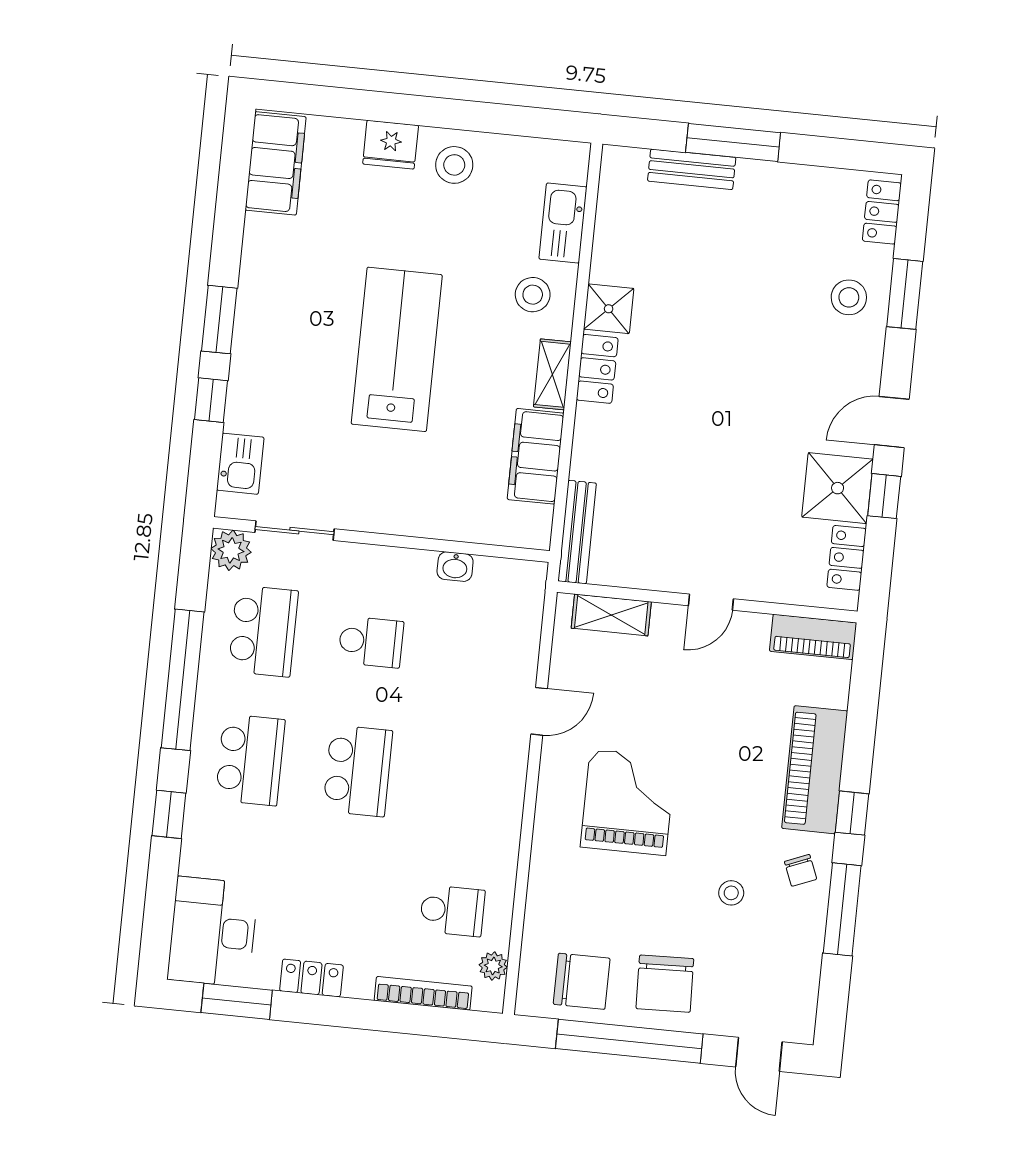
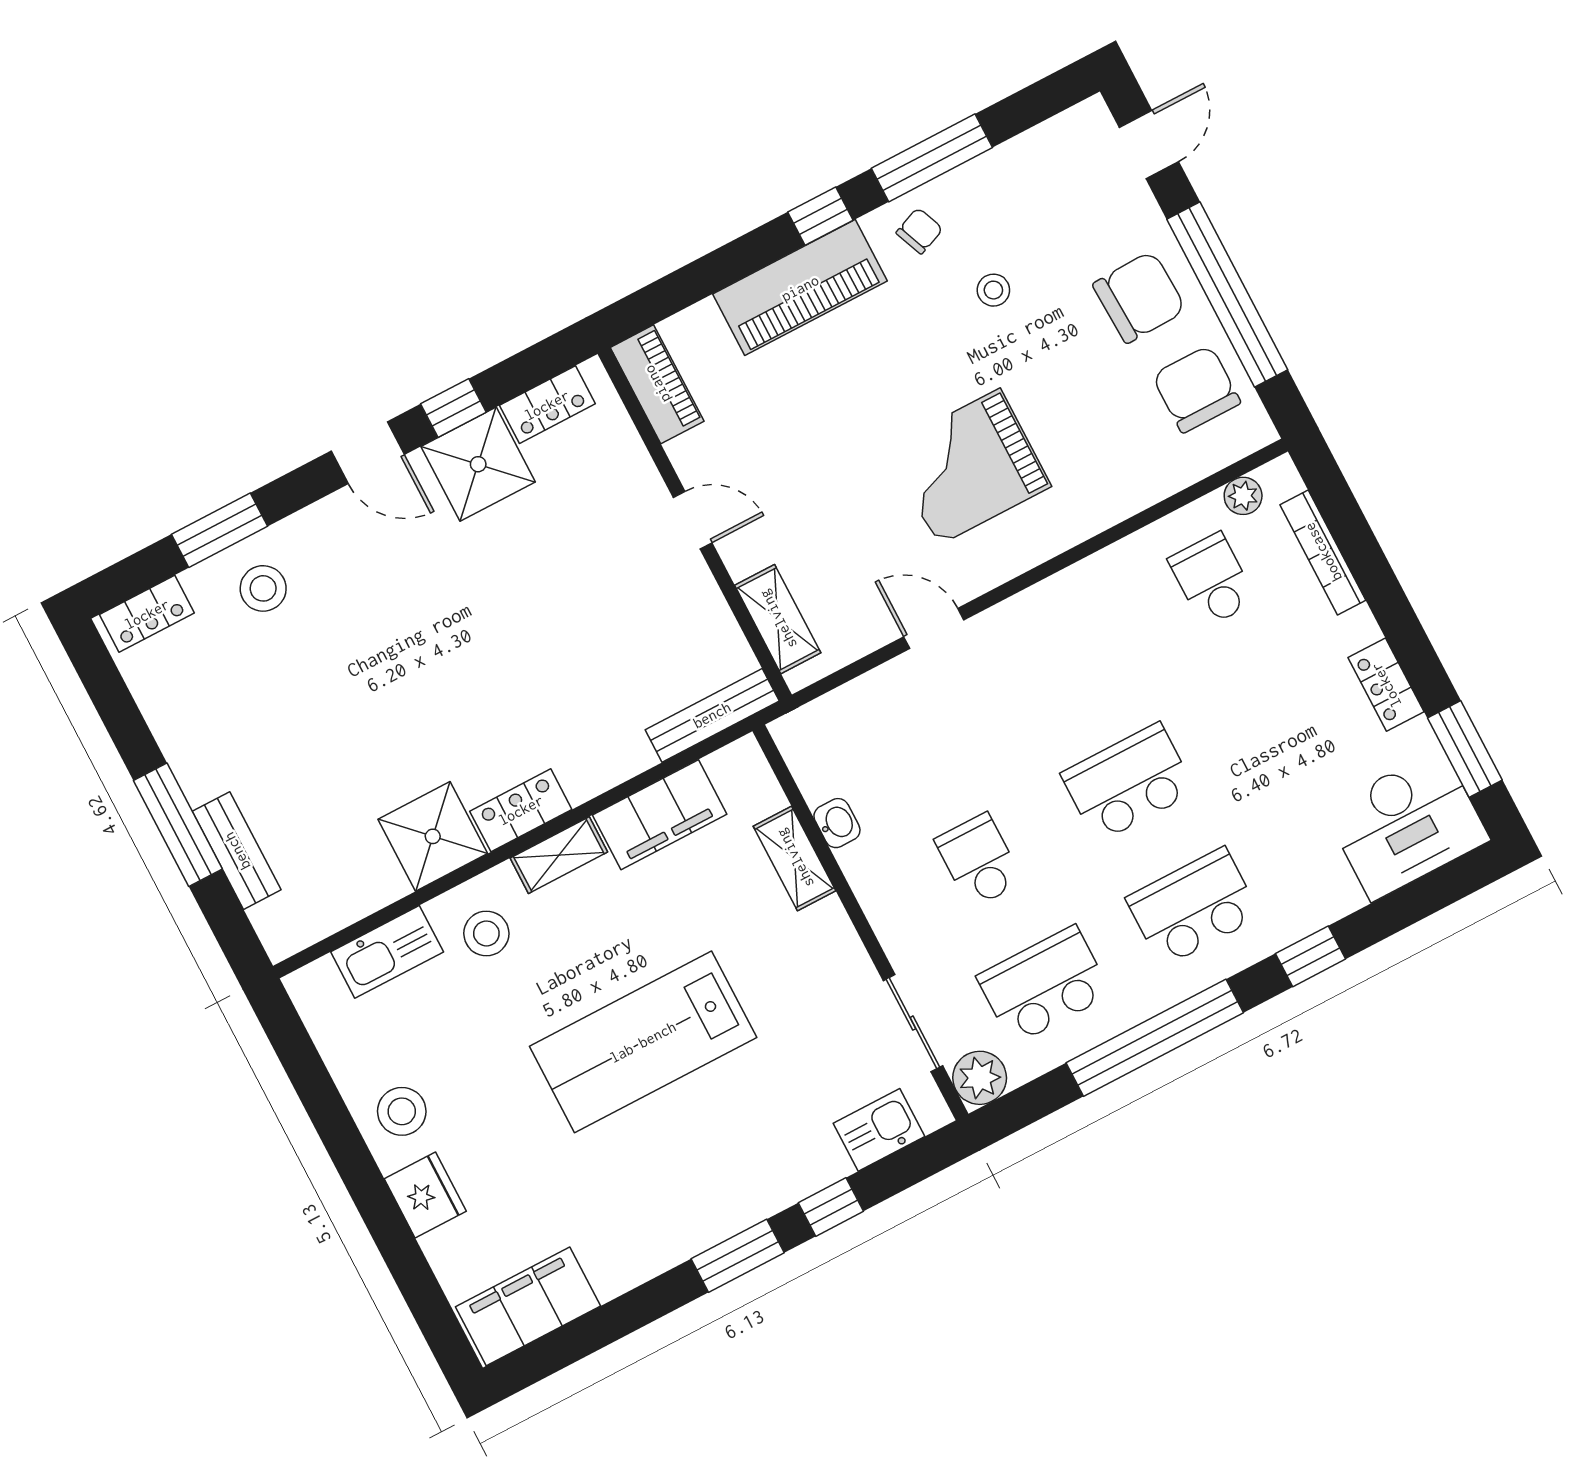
shower: (609, 309) -> (433, 836), width x1.36, depth x1.36
shelving: (450, 524) -> (795, 858), added

